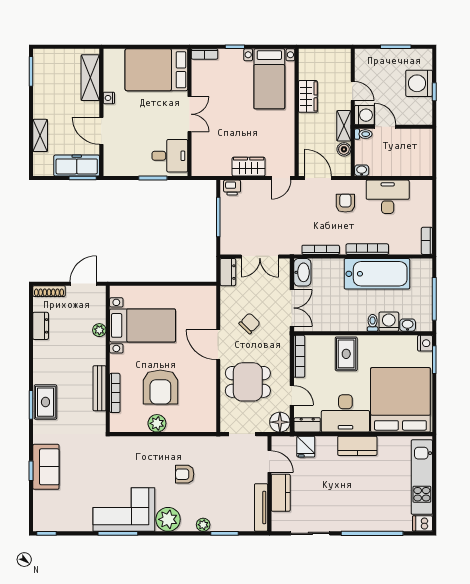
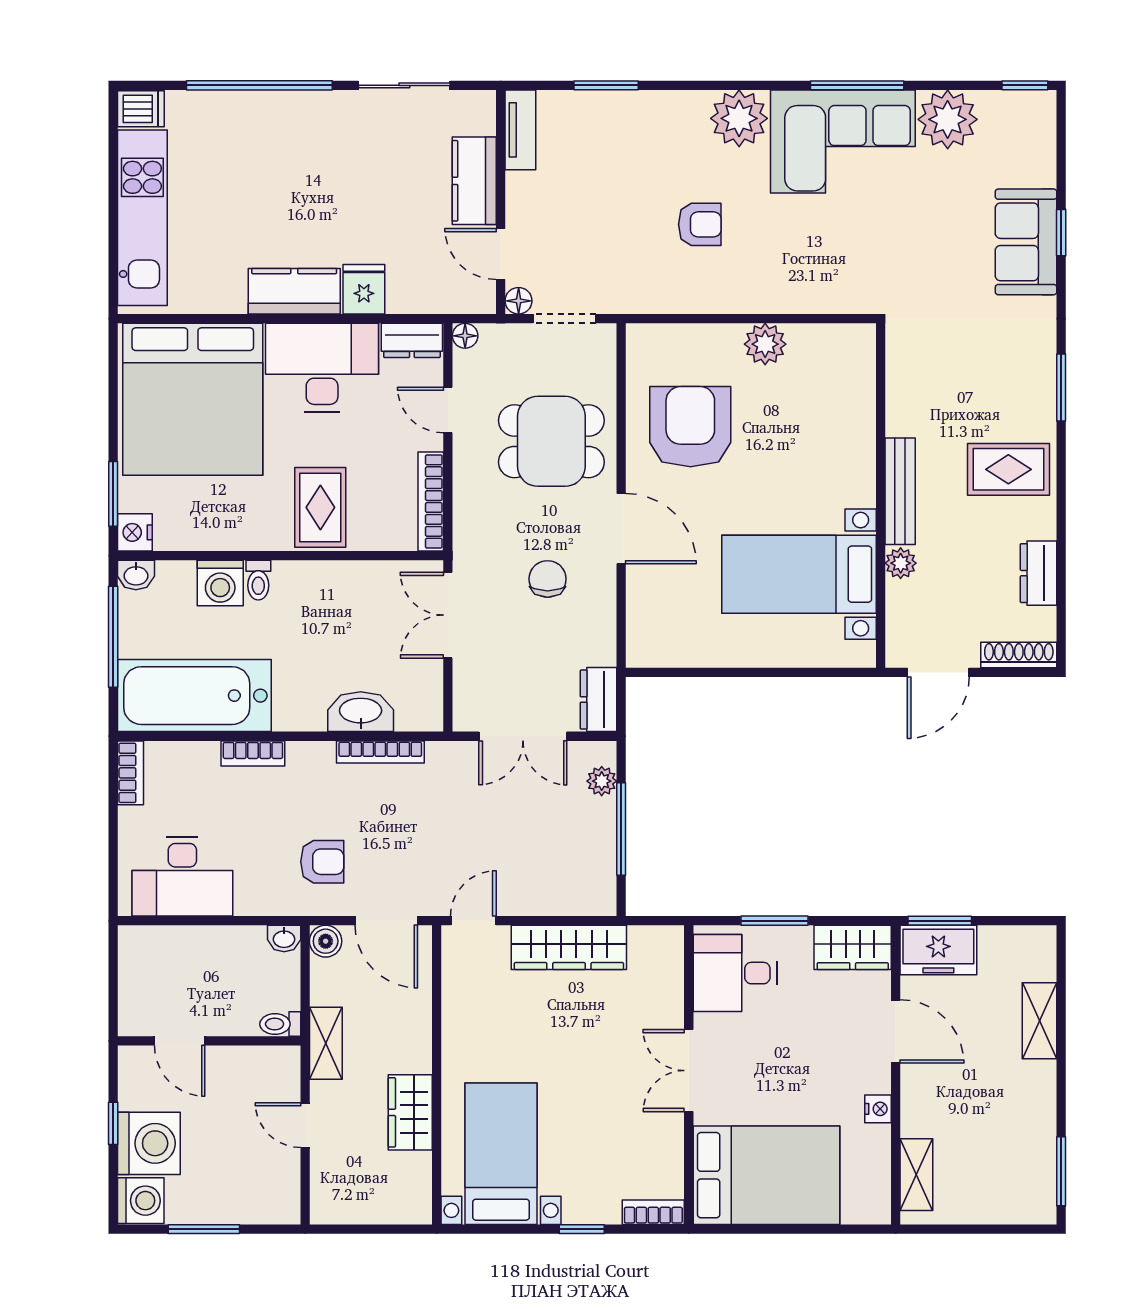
shelving: (90, 78) -> (916, 1175), width x0.67, depth x0.75
washing machine: (364, 115) -> (141, 1201), moved, turned 180
door: (385, 127) -> (180, 1041), moved
boiler: (344, 149) -> (326, 941), moved
freezer: (77, 166) -> (938, 950), width x0.71
wardrobe: (120, 167) -> (853, 947), added
wardrobe: (249, 167) -> (569, 947), width x1.50
printer: (232, 188) -> (588, 898), removed
desk: (388, 197) -> (182, 877), moved
armchair: (345, 203) -> (322, 862), turned -90
plant: (226, 237) -> (602, 781), added
bookcase: (367, 249) -> (253, 753), width x0.64
double door: (260, 256) -> (523, 736), swing flipped
washbasin: (302, 272) -> (361, 712), moved, turned 90
bathtub: (377, 274) -> (194, 696), moved
chair: (250, 323) -> (548, 579), turned 136
washbasin: (408, 325) -> (136, 575), moved
armchair: (160, 387) -> (690, 427), moved
bench: (100, 388) -> (900, 491), moved
bookcase: (115, 393) -> (864, 415), removed
rug: (45, 402) -> (1008, 469), moved, turned 90
floor lamp: (280, 422) -> (465, 336), width x0.53, depth x0.53
floor lamp: (262, 442) -> (519, 301), added
fridge: (306, 447) -> (364, 289), moved
tv unit: (261, 507) -> (520, 130), width x0.71
plant: (203, 525) -> (948, 119), moved, width x1.88, depth x1.88

